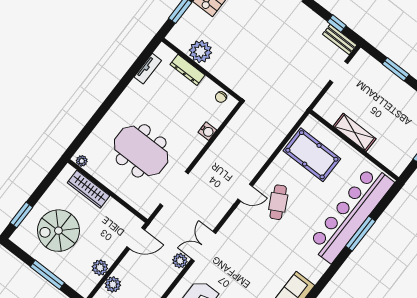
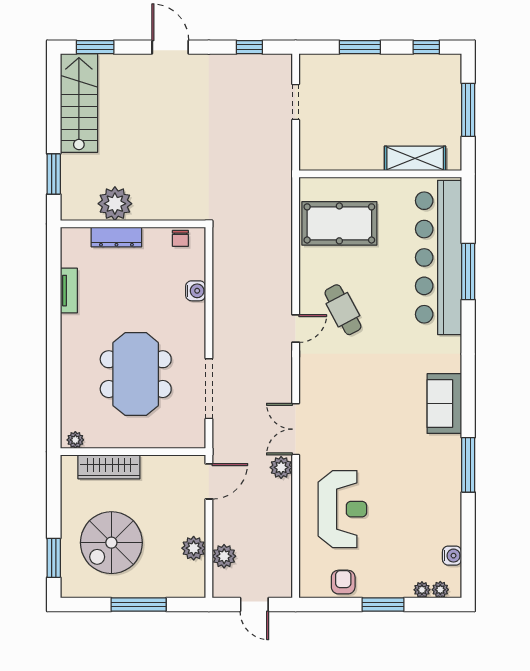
bench: (340, 40) -> (267, 63), removed
tv unit: (148, 69) -> (69, 291), moved
shelving: (355, 132) -> (415, 158), moved
meeting table: (141, 151) -> (136, 374), turned 90

